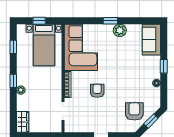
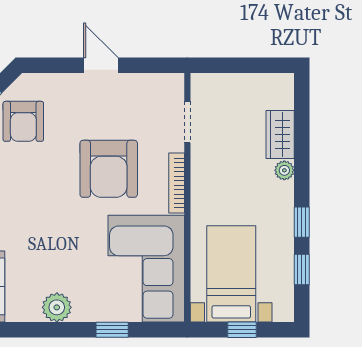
window: (110, 21) -> (112, 330), moved
window: (13, 81) -> (302, 222), moved
armchair: (97, 91) -> (109, 169), width x1.88, depth x1.88
wardrobe: (23, 122) -> (280, 134), moved

